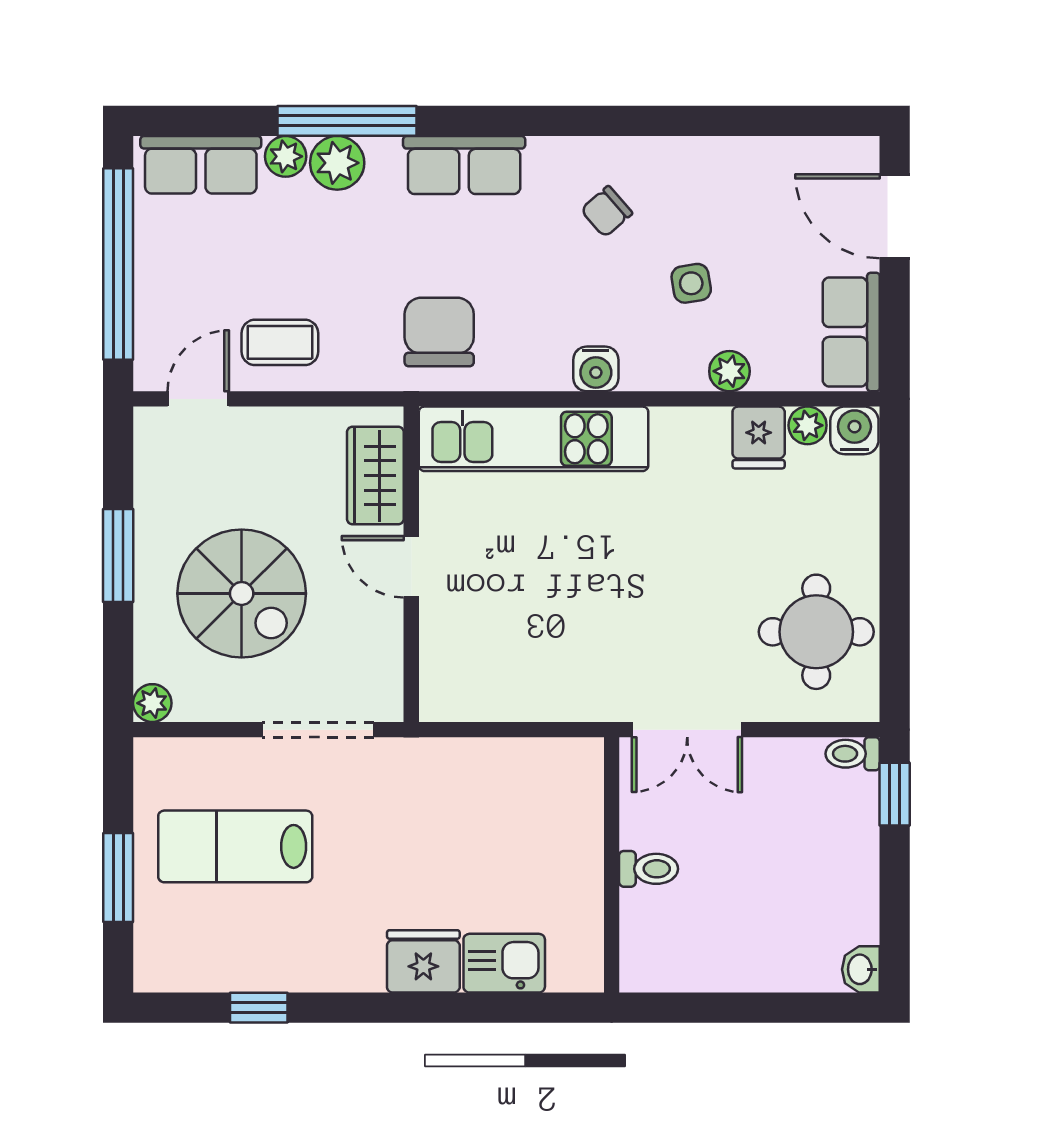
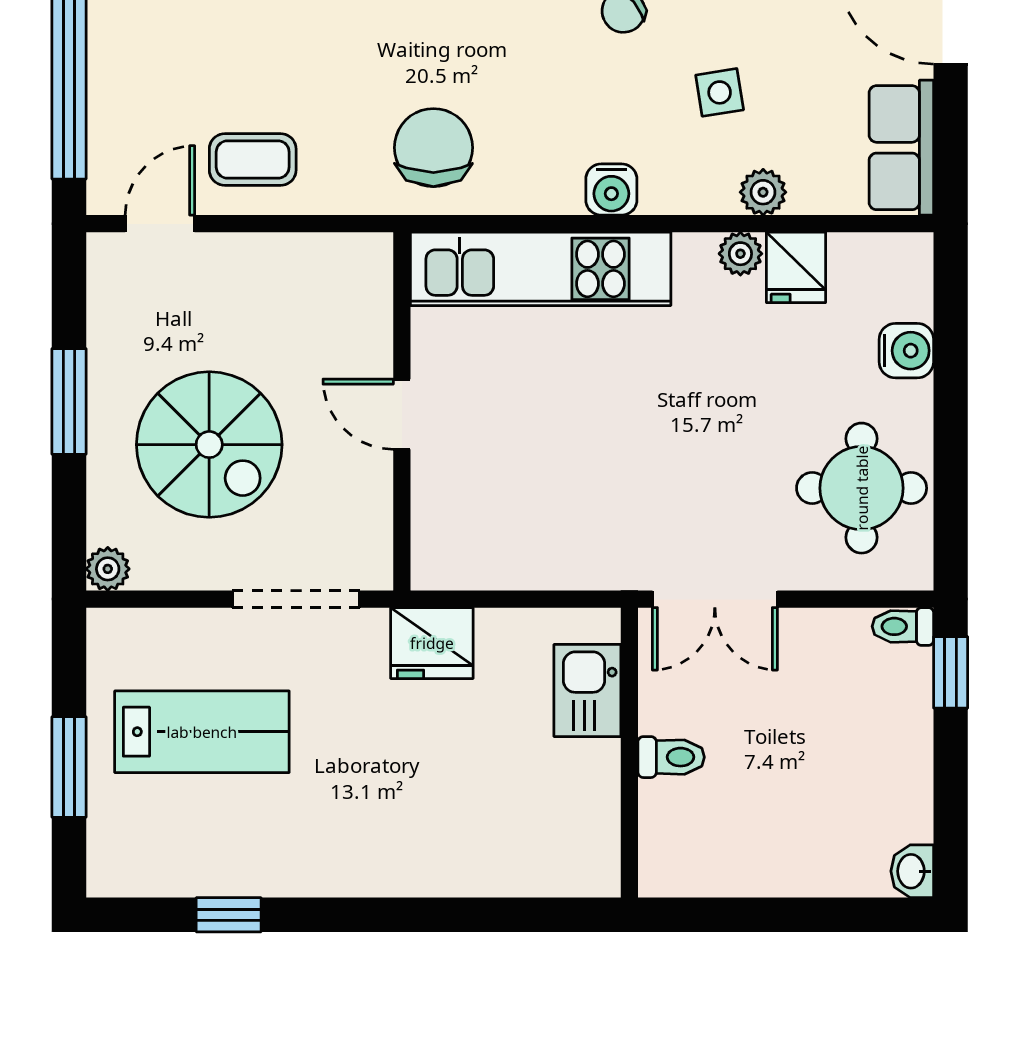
plant: (808, 425) -> (740, 254), moved
water cooler: (854, 430) -> (906, 351), moved, turned 90
wardrobe: (375, 476) -> (361, 311), removed
lab bench: (235, 846) -> (202, 732), turned 180
fridge: (423, 961) -> (432, 643), moved, turned 180
kitchen sink: (504, 963) -> (587, 691), moved, turned -90

